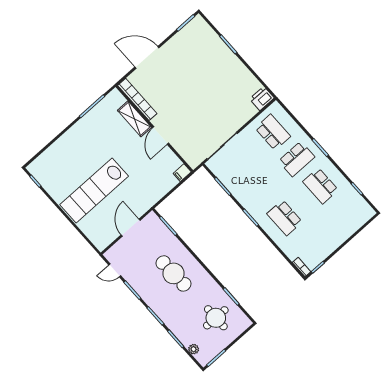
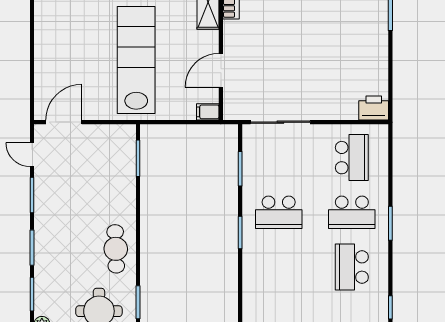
door: (161, 136) -> (221, 70), moved
lab bench: (94, 190) -> (136, 60), moved, turned 90
school desk: (285, 218) -> (279, 212), moved, turned -90
door: (131, 228) -> (64, 122), moved
cafe table: (173, 273) -> (116, 249), moved, width x0.73, depth x0.74

